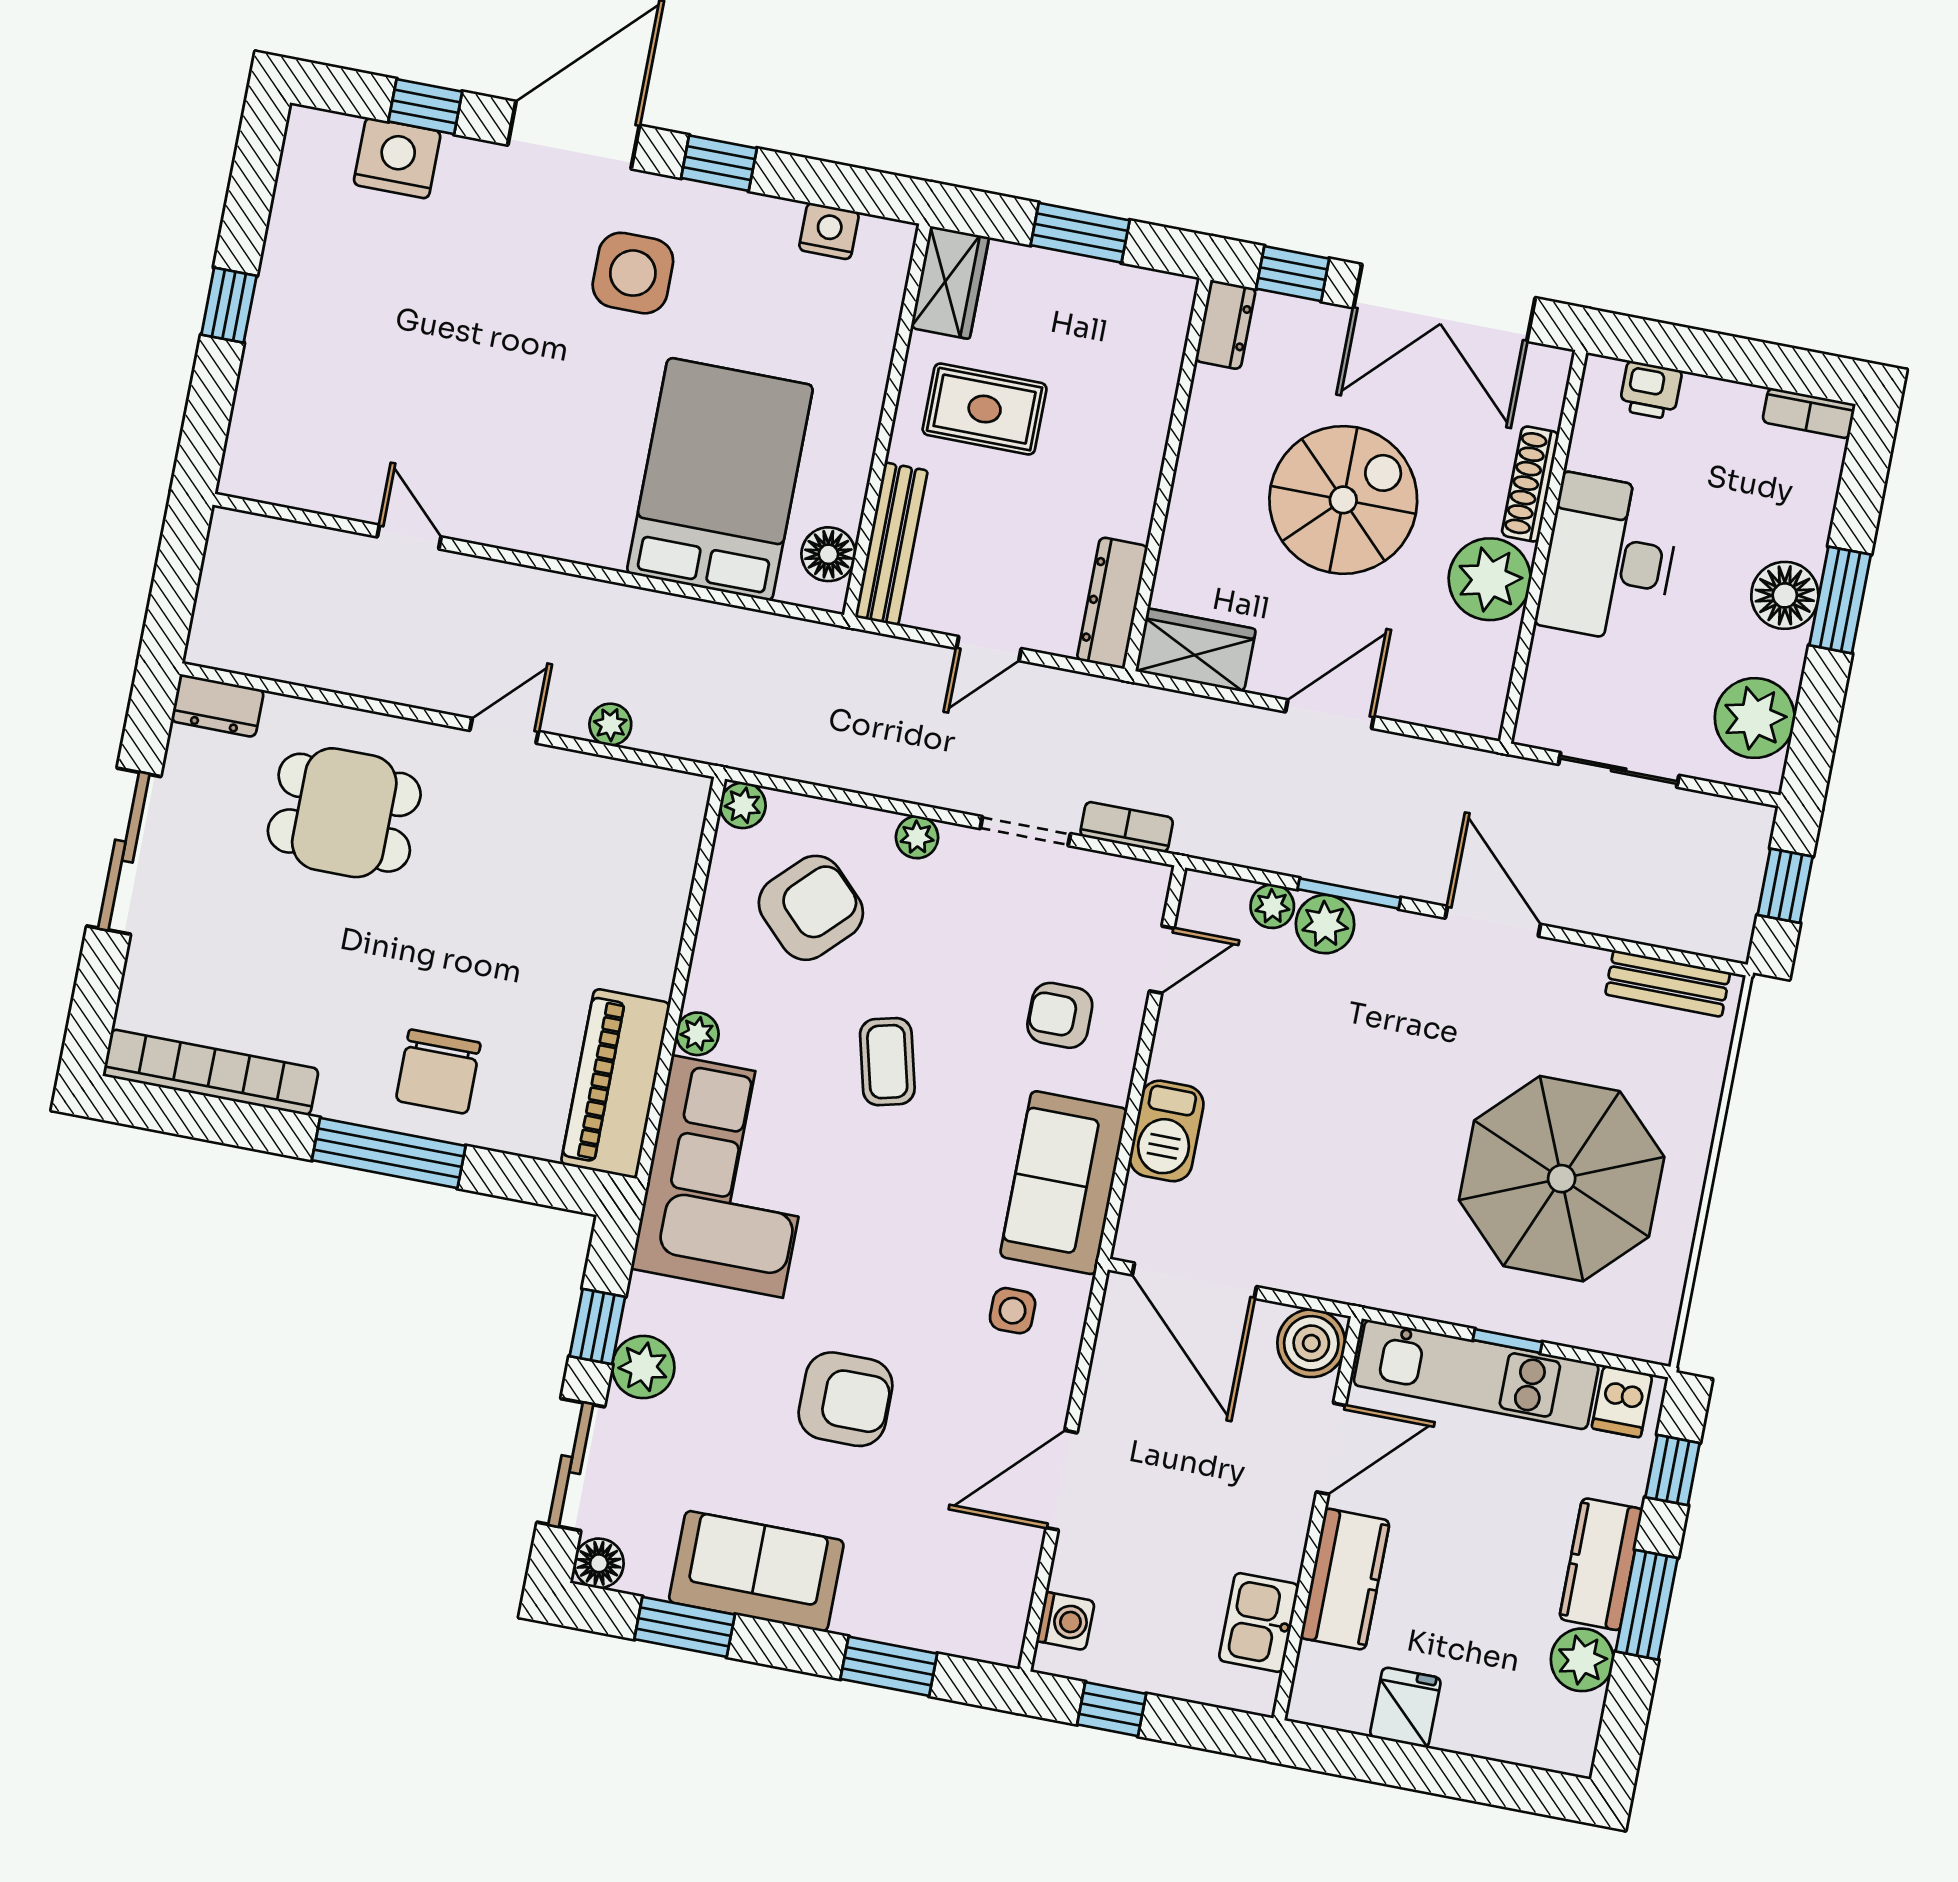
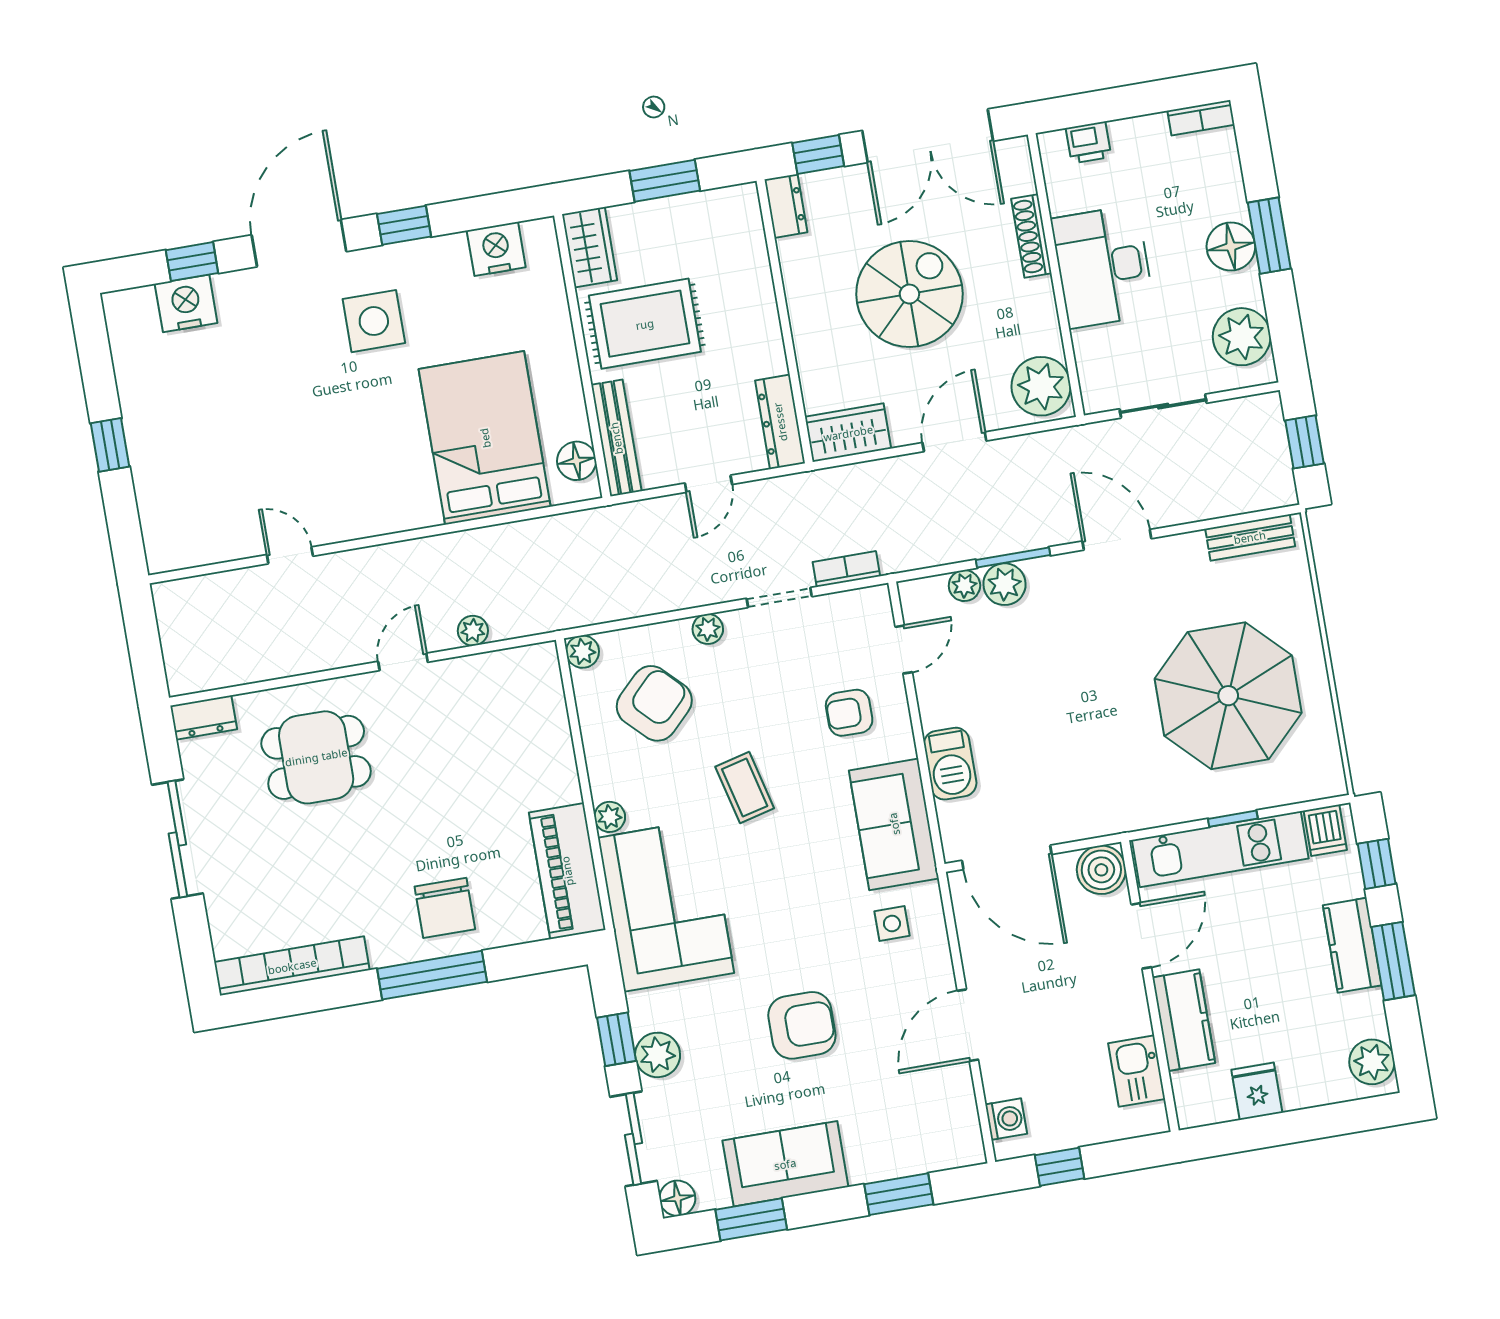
nightstand: (829, 231) -> (496, 249), width x1.36, depth x1.33
rug: (985, 409) -> (645, 324), width x1.36, depth x1.43
plant: (1490, 579) -> (1041, 386), moved
plant: (1582, 1660) -> (1372, 1062), moved

